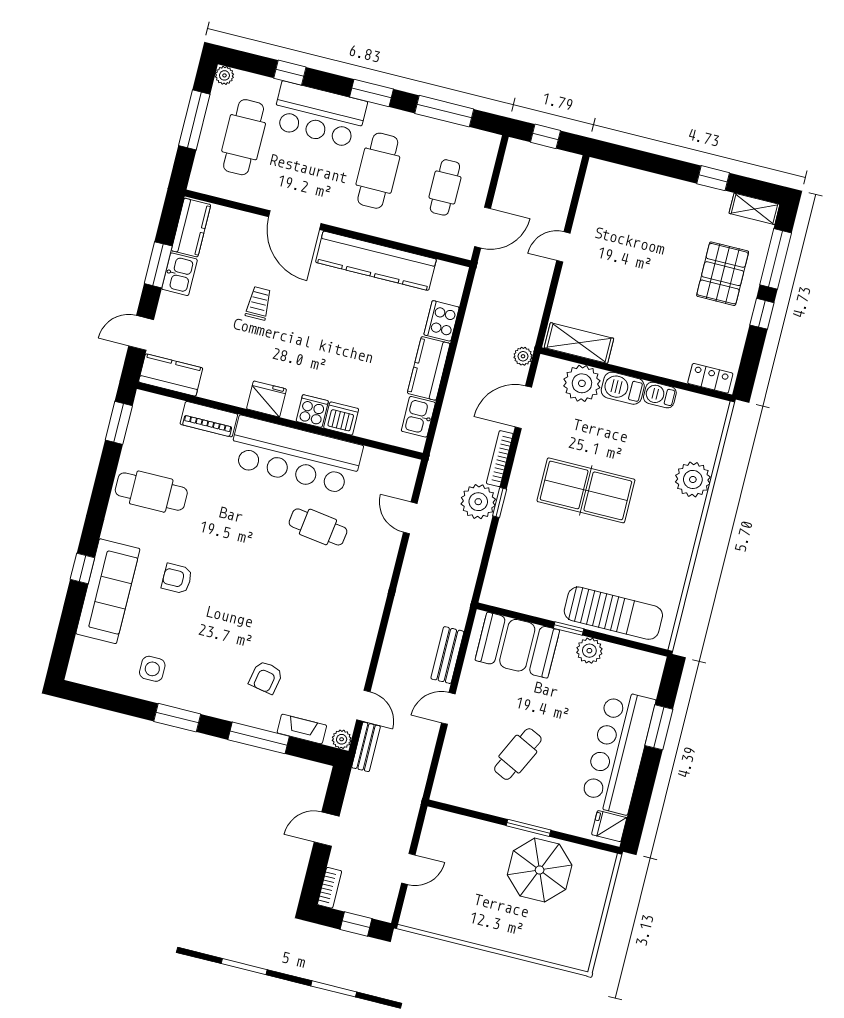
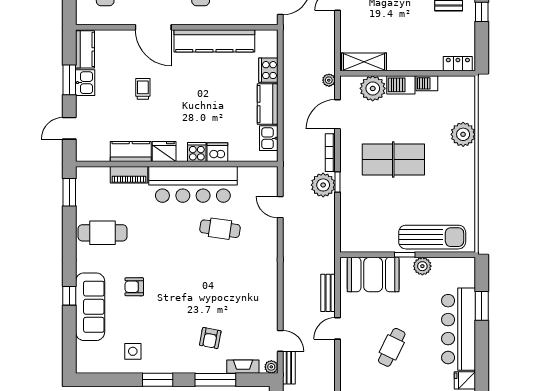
kitchen counter: (171, 375) -> (131, 152), moved

